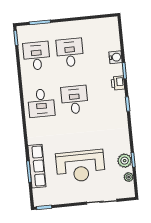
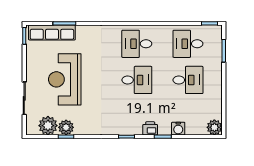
plant: (111, 24) -> (214, 127), added
desk: (37, 56) -> (188, 44), turned 180
row of seats: (37, 166) -> (52, 33), moved
plant: (129, 177) -> (48, 126), width x1.88, depth x1.88

